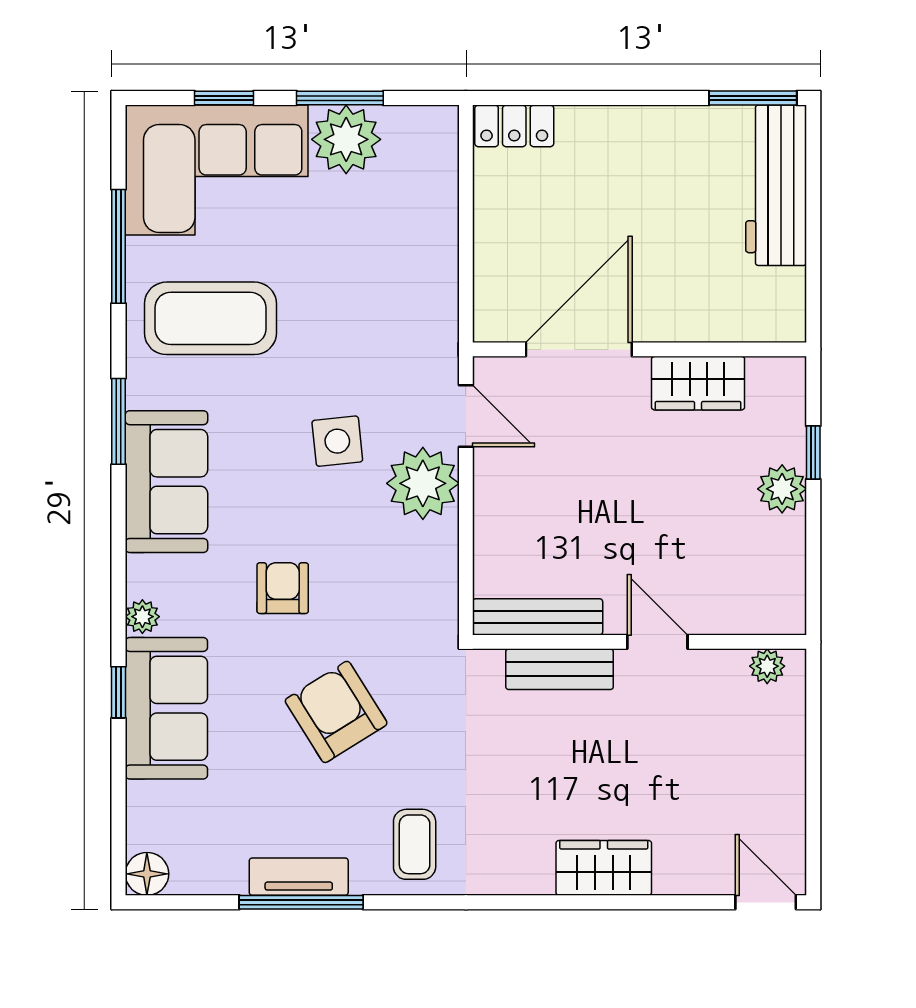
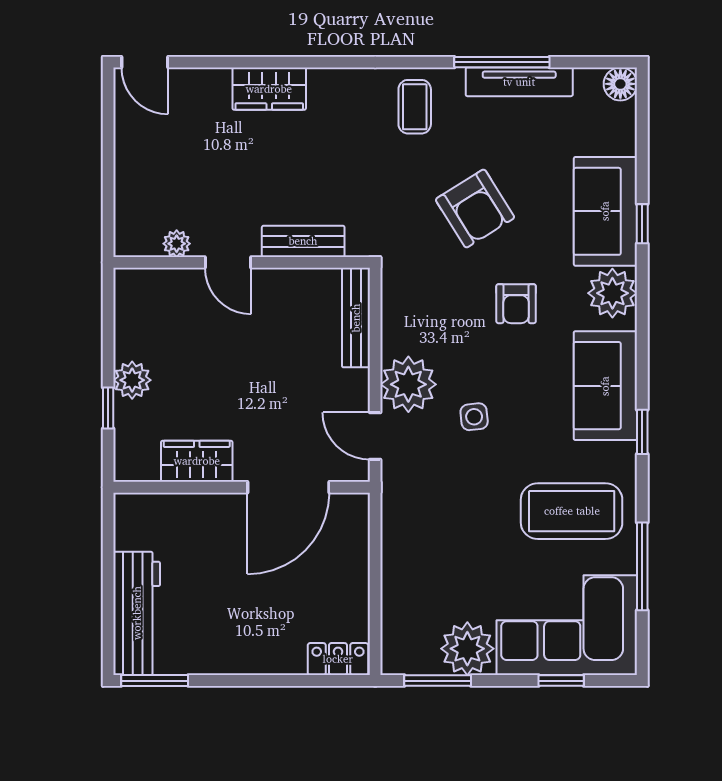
window: (340, 98) -> (438, 681), moved
window: (119, 421) -> (642, 432), width x0.67
side table: (337, 441) -> (474, 417), width x0.73, depth x0.73
plant: (142, 617) -> (612, 293), width x1.88, depth x1.88
bench: (538, 617) -> (356, 318), moved, turned 90
plant: (767, 666) -> (177, 244), moved
tv unit: (299, 877) -> (519, 82), width x1.41

